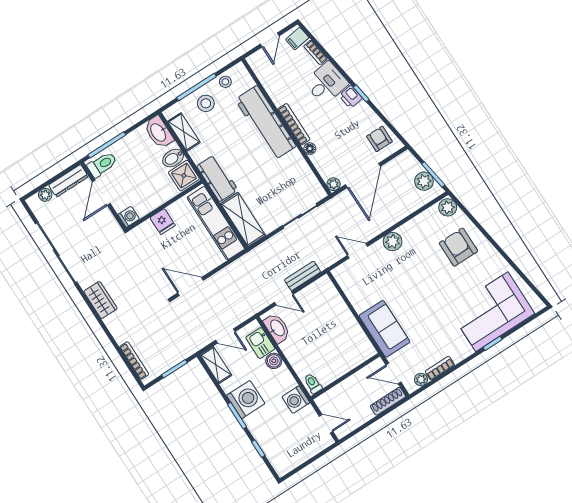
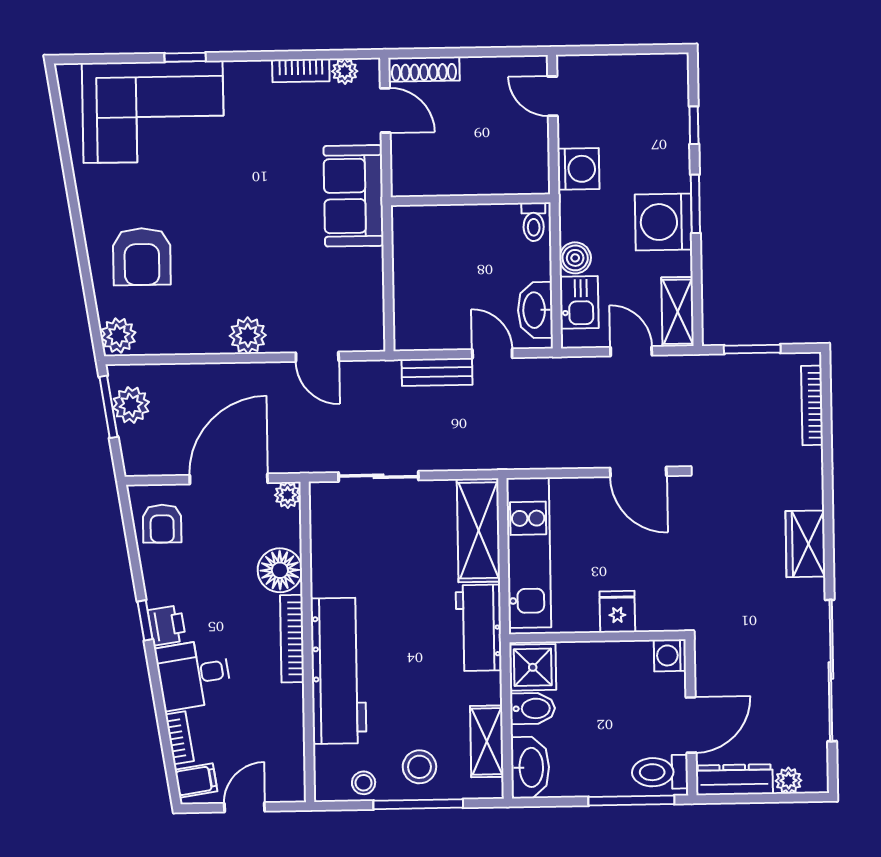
floor lamp: (310, 149) -> (280, 570), width x1.89, depth x1.89
wall: (345, 376) -> (471, 200), moved
toilet: (313, 384) -> (534, 222), moved

